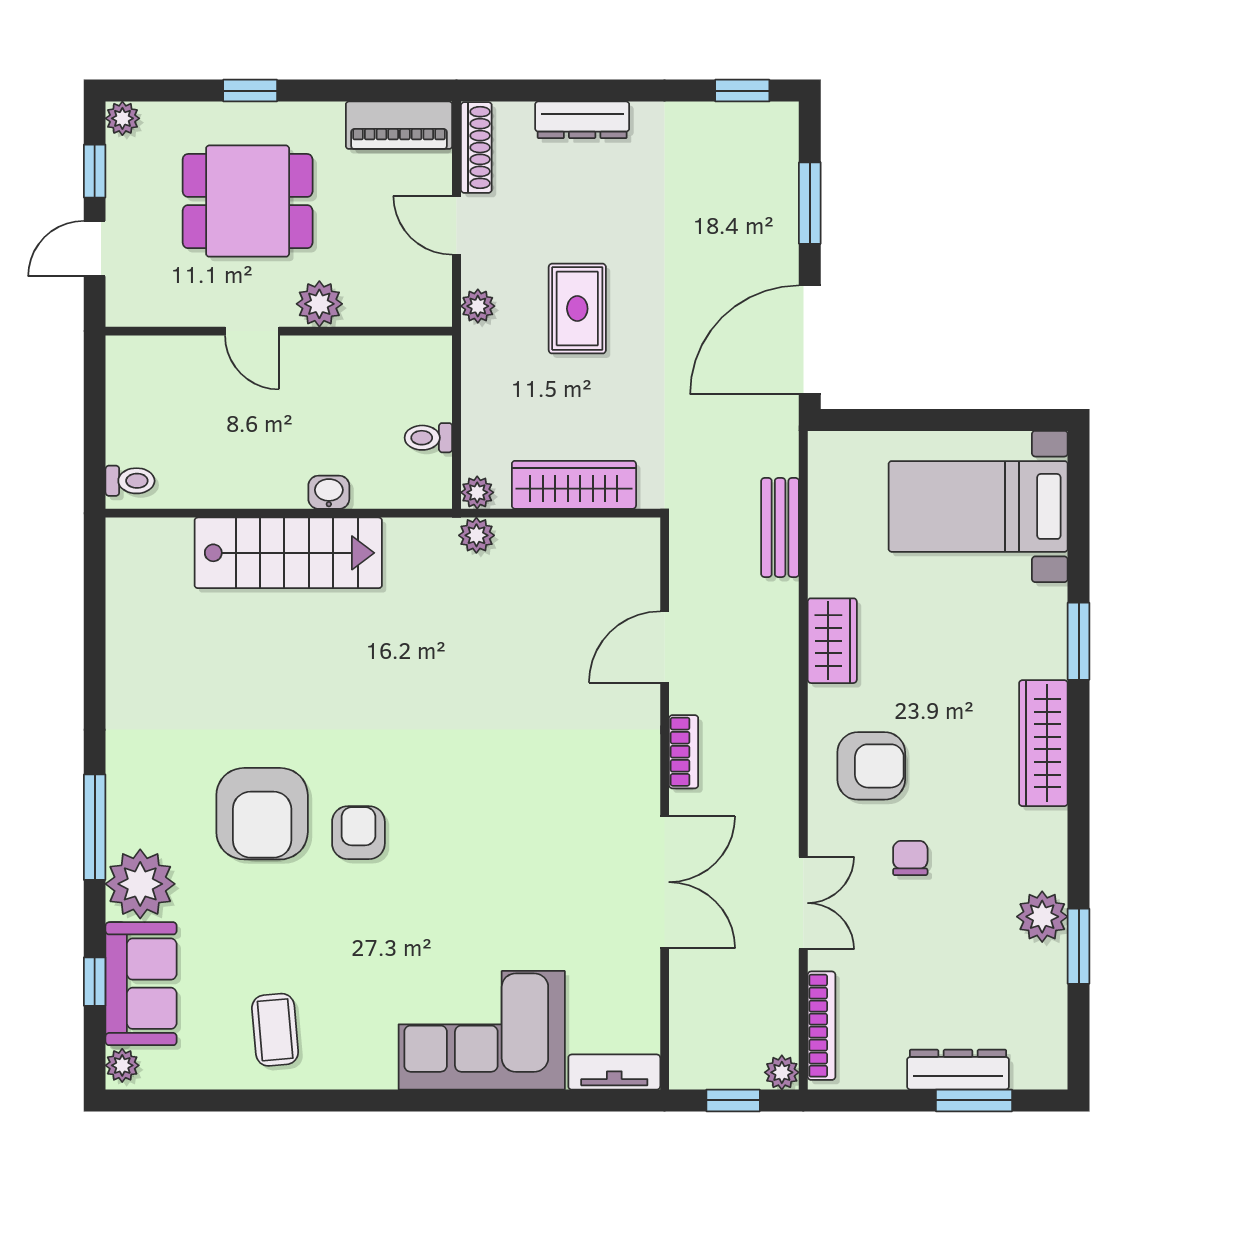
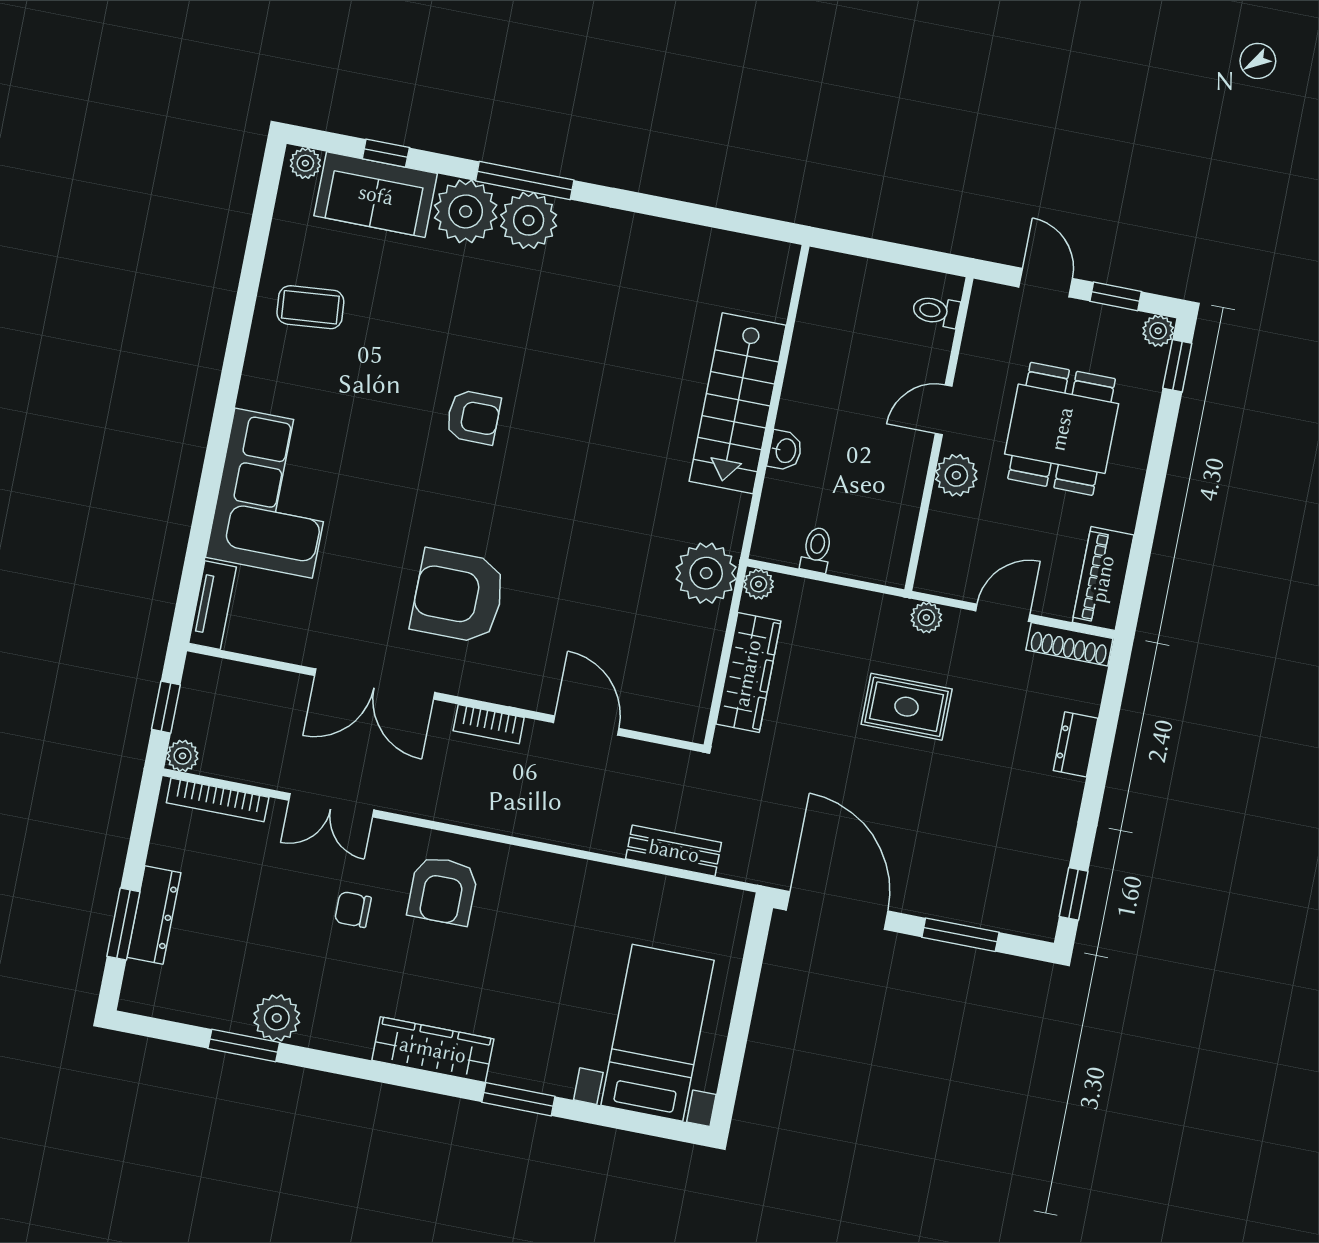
window: (250, 91) -> (1177, 366), moved
dresser: (582, 120) -> (1076, 744), width x0.70
toilet: (130, 481) -> (936, 311), moved, turned 90
plant: (476, 535) -> (706, 573), width x1.87, depth x1.87
wardrobe: (832, 641) -> (562, 878), removed
armchair: (262, 814) -> (458, 596), moved
plant: (137, 815) -> (529, 220), added
chair: (910, 858) -> (353, 909), turned 180

